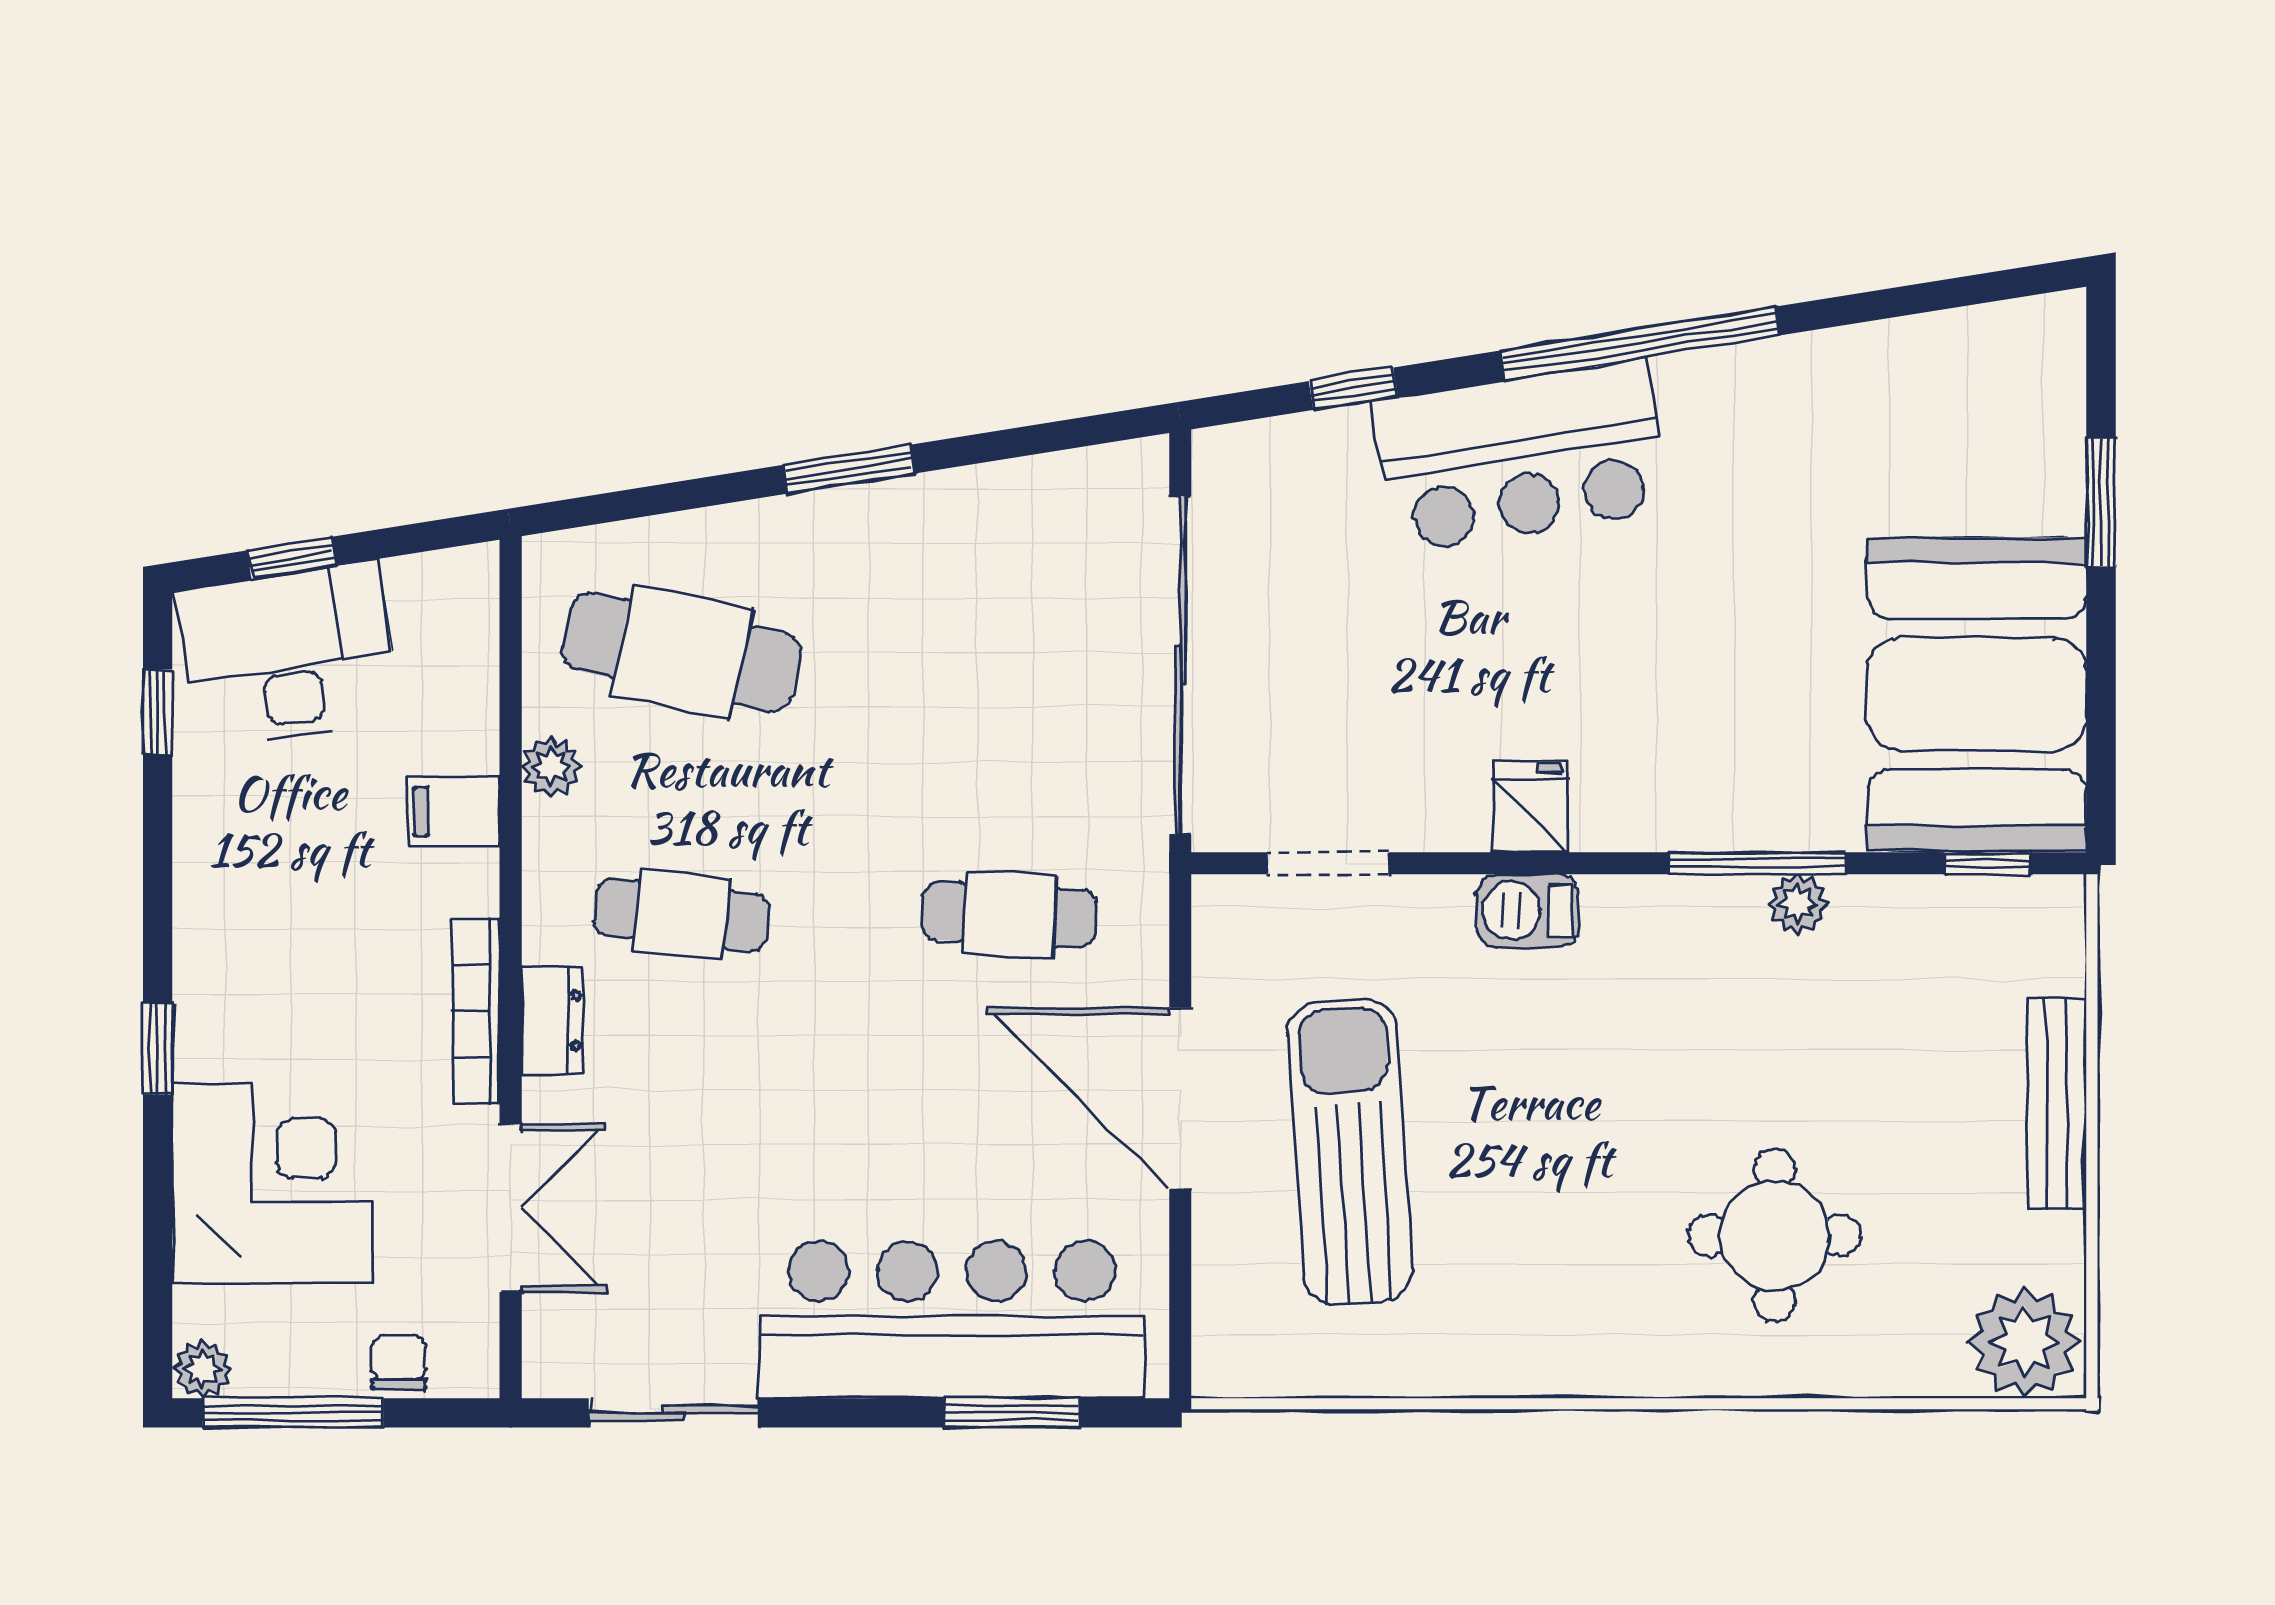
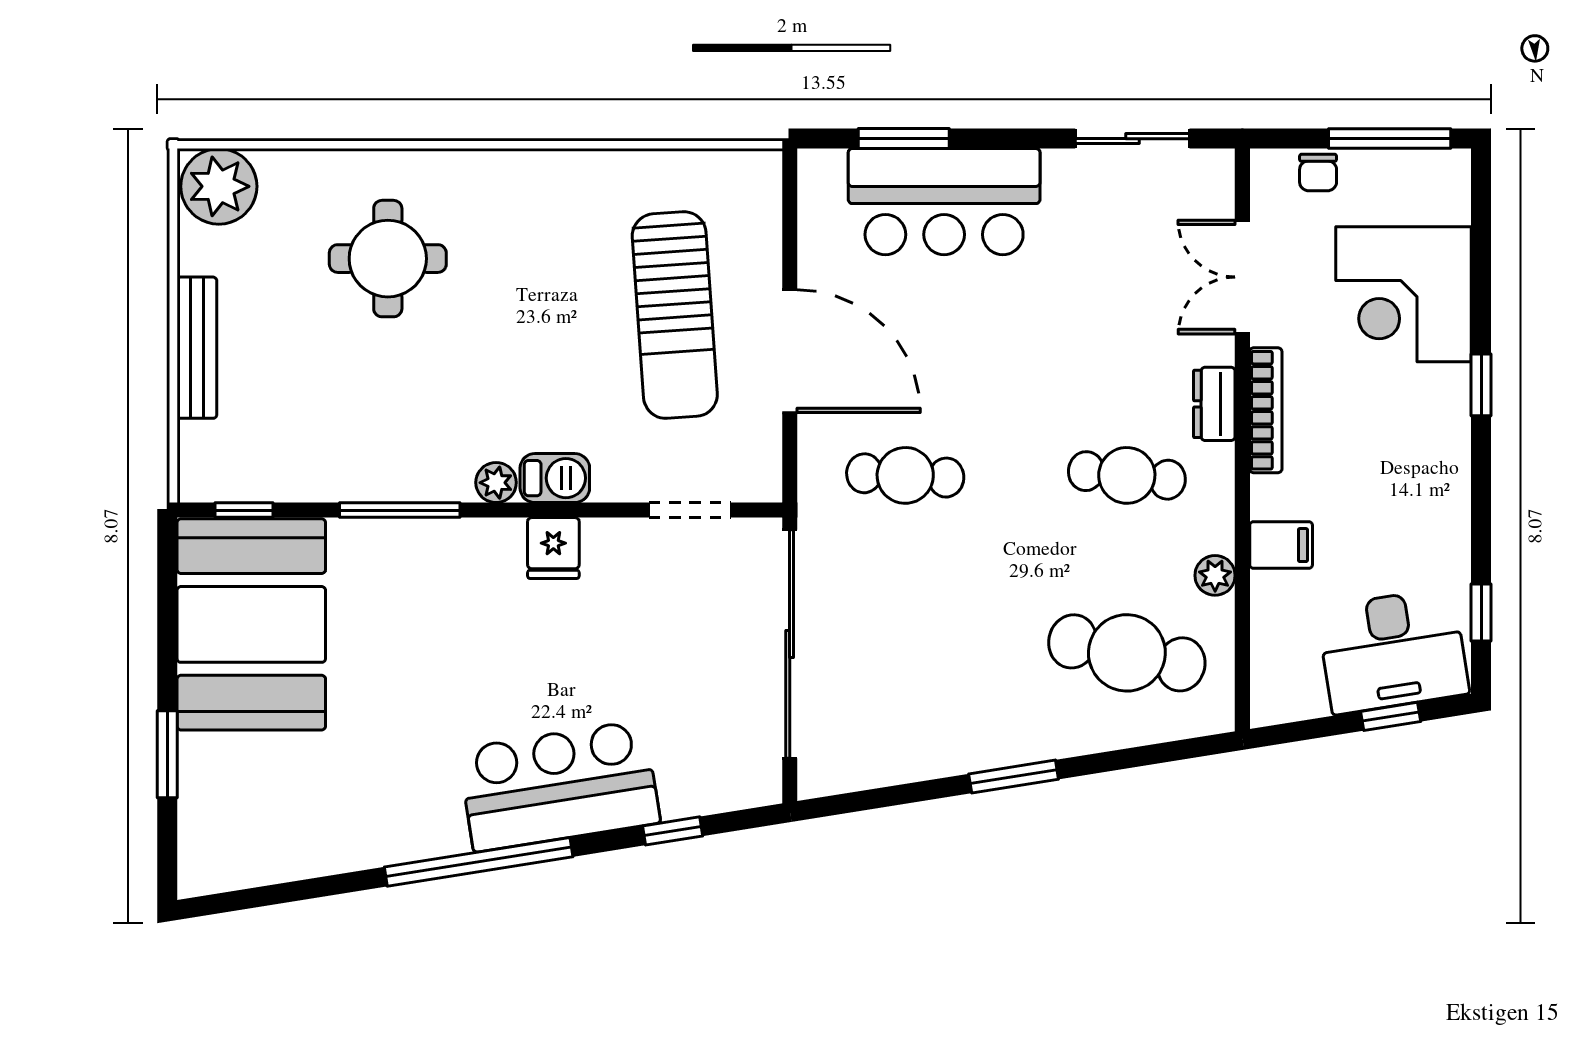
plant: (1798, 904) -> (496, 483), moved
bar counter: (952, 1320) -> (944, 202), width x0.73
plant: (203, 1369) -> (1451, 168), removed

